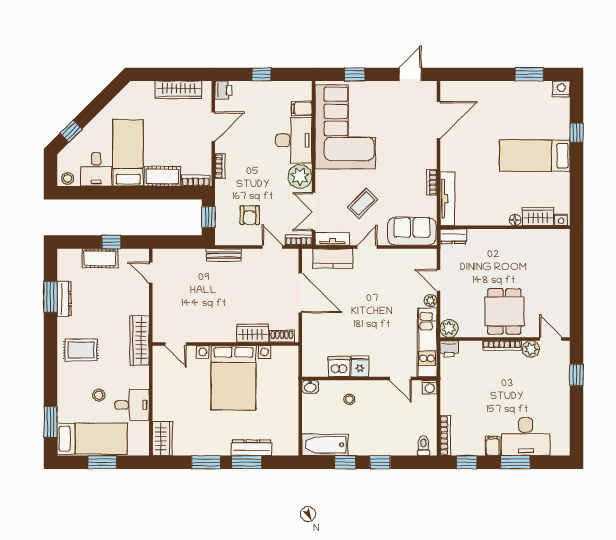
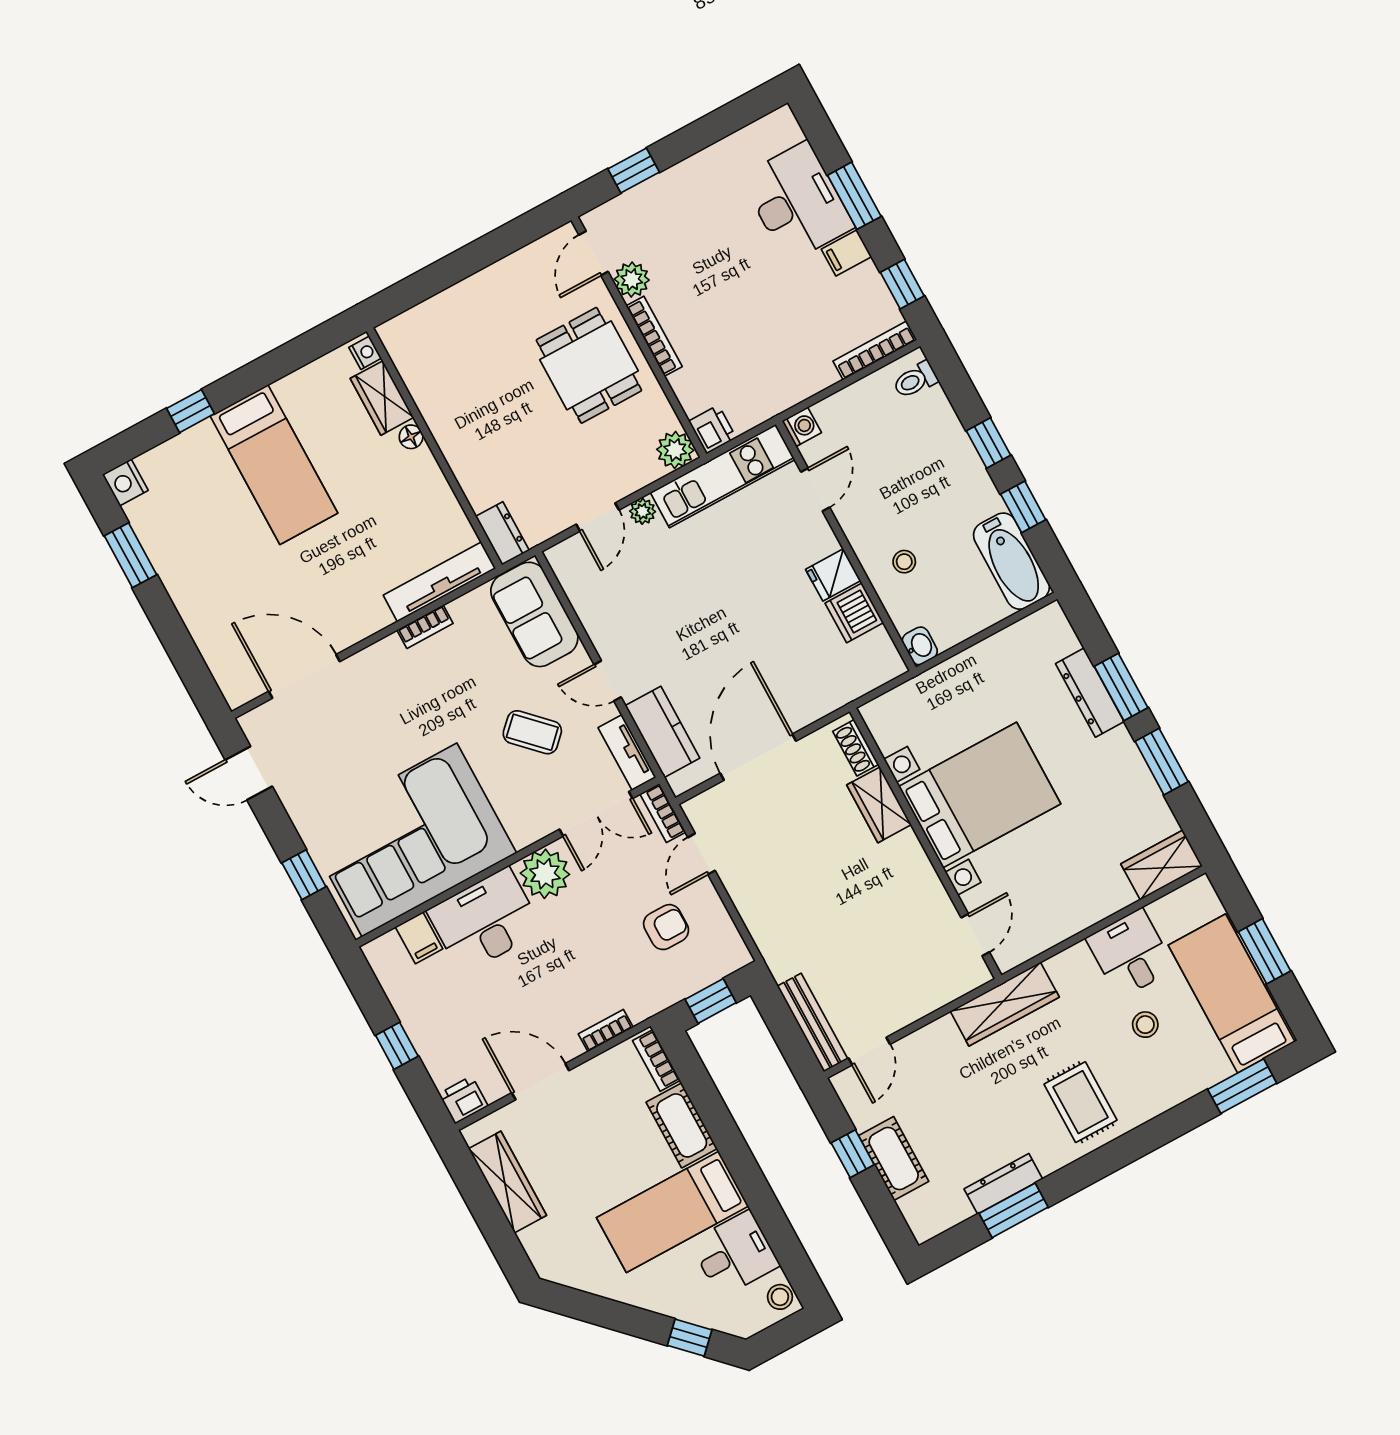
bench: (224, 255) -> (813, 1022), moved, width x1.36
dining table: (504, 311) -> (589, 365), turned 90

